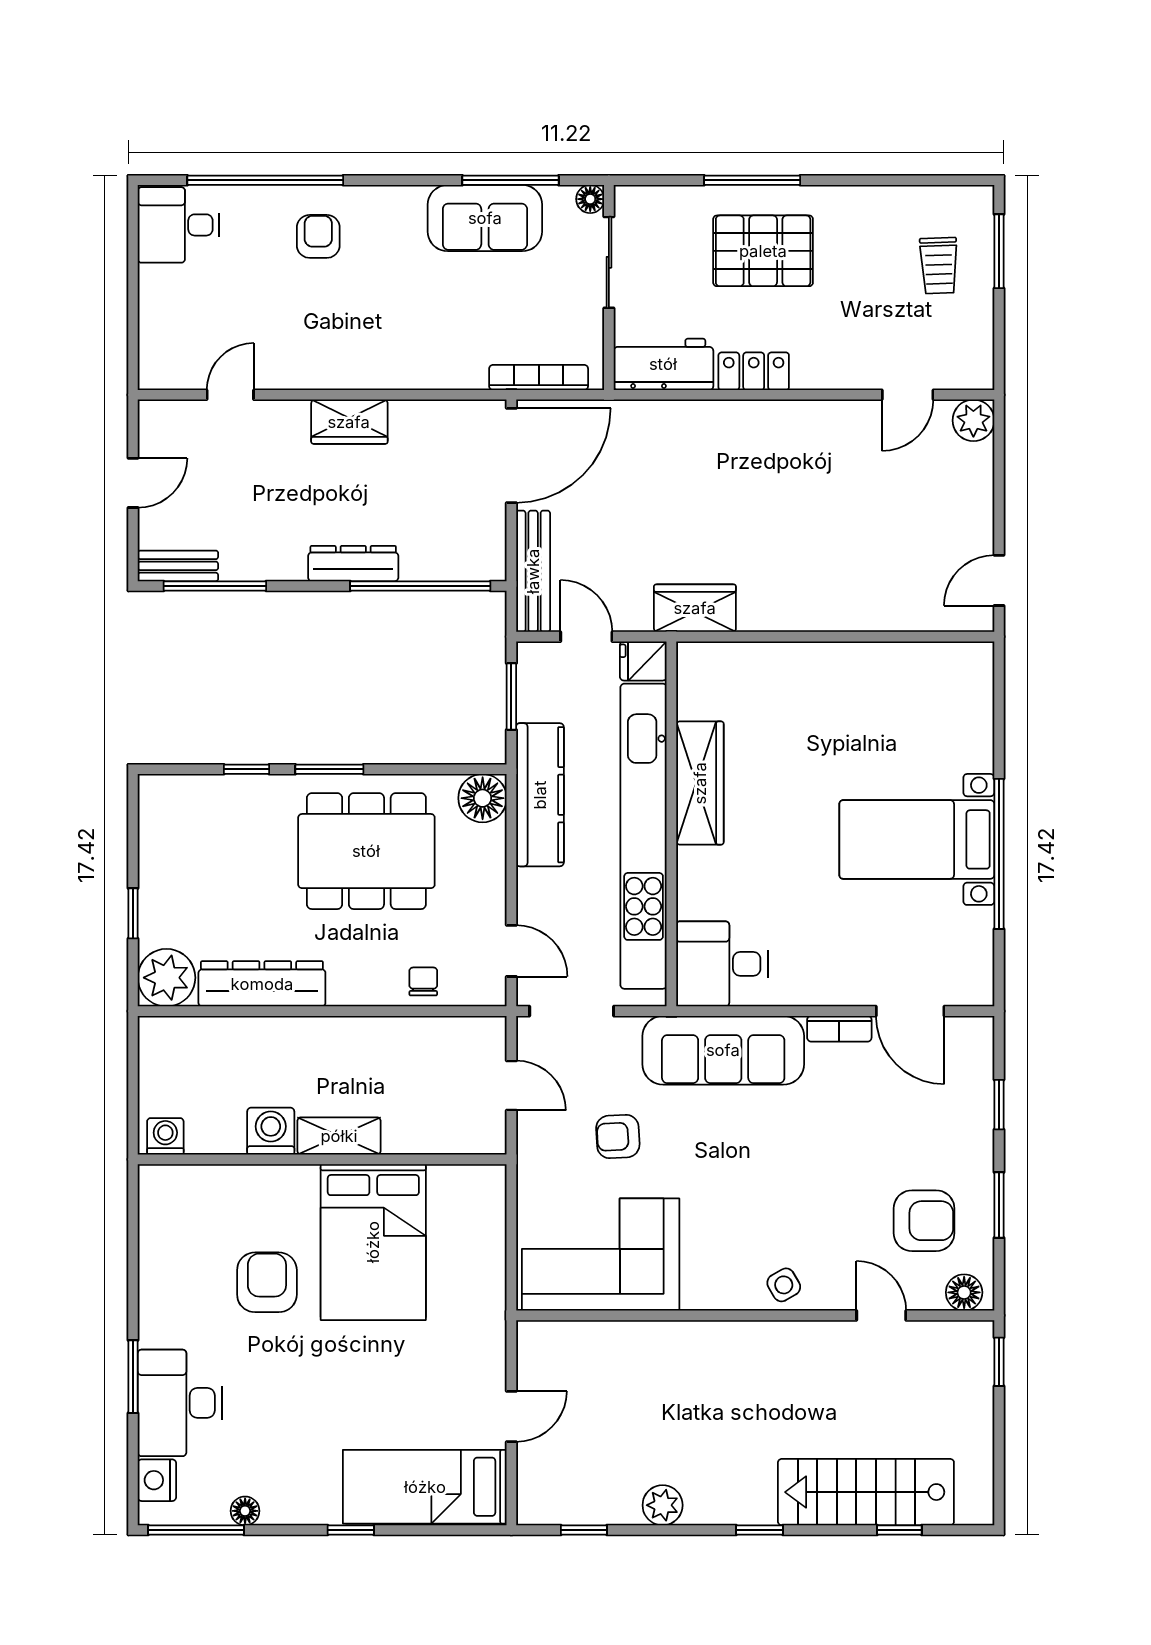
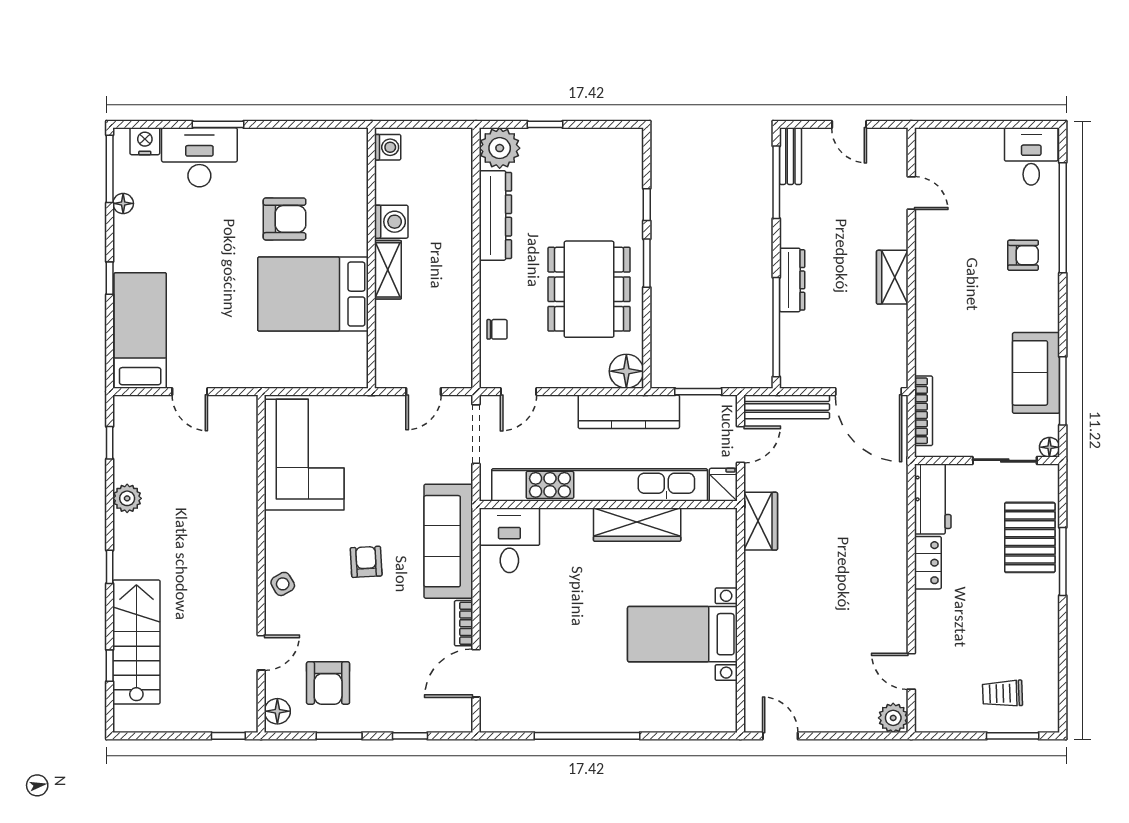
pallet: (763, 251) -> (1030, 537), moved
bed with nightstands: (917, 839) -> (682, 634), moved, turned -90
armchair: (618, 1136) -> (366, 562), moved

